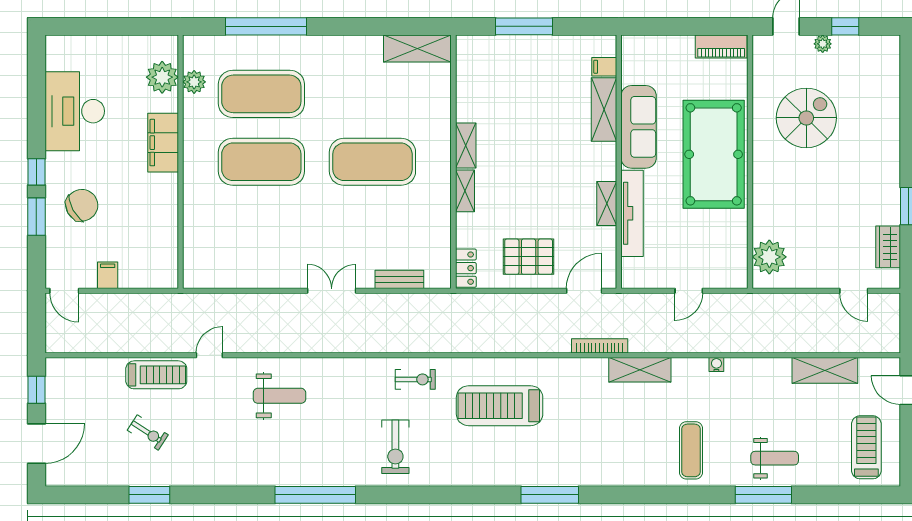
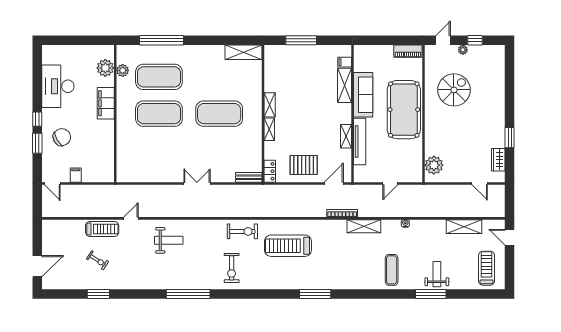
bench: (399, 279) -> (249, 177), moved
exercise bike: (415, 379) -> (242, 231), width x1.38, depth x1.39
window: (36, 390) -> (37, 237), removed
weight bench: (775, 458) -> (437, 274), turned -90

